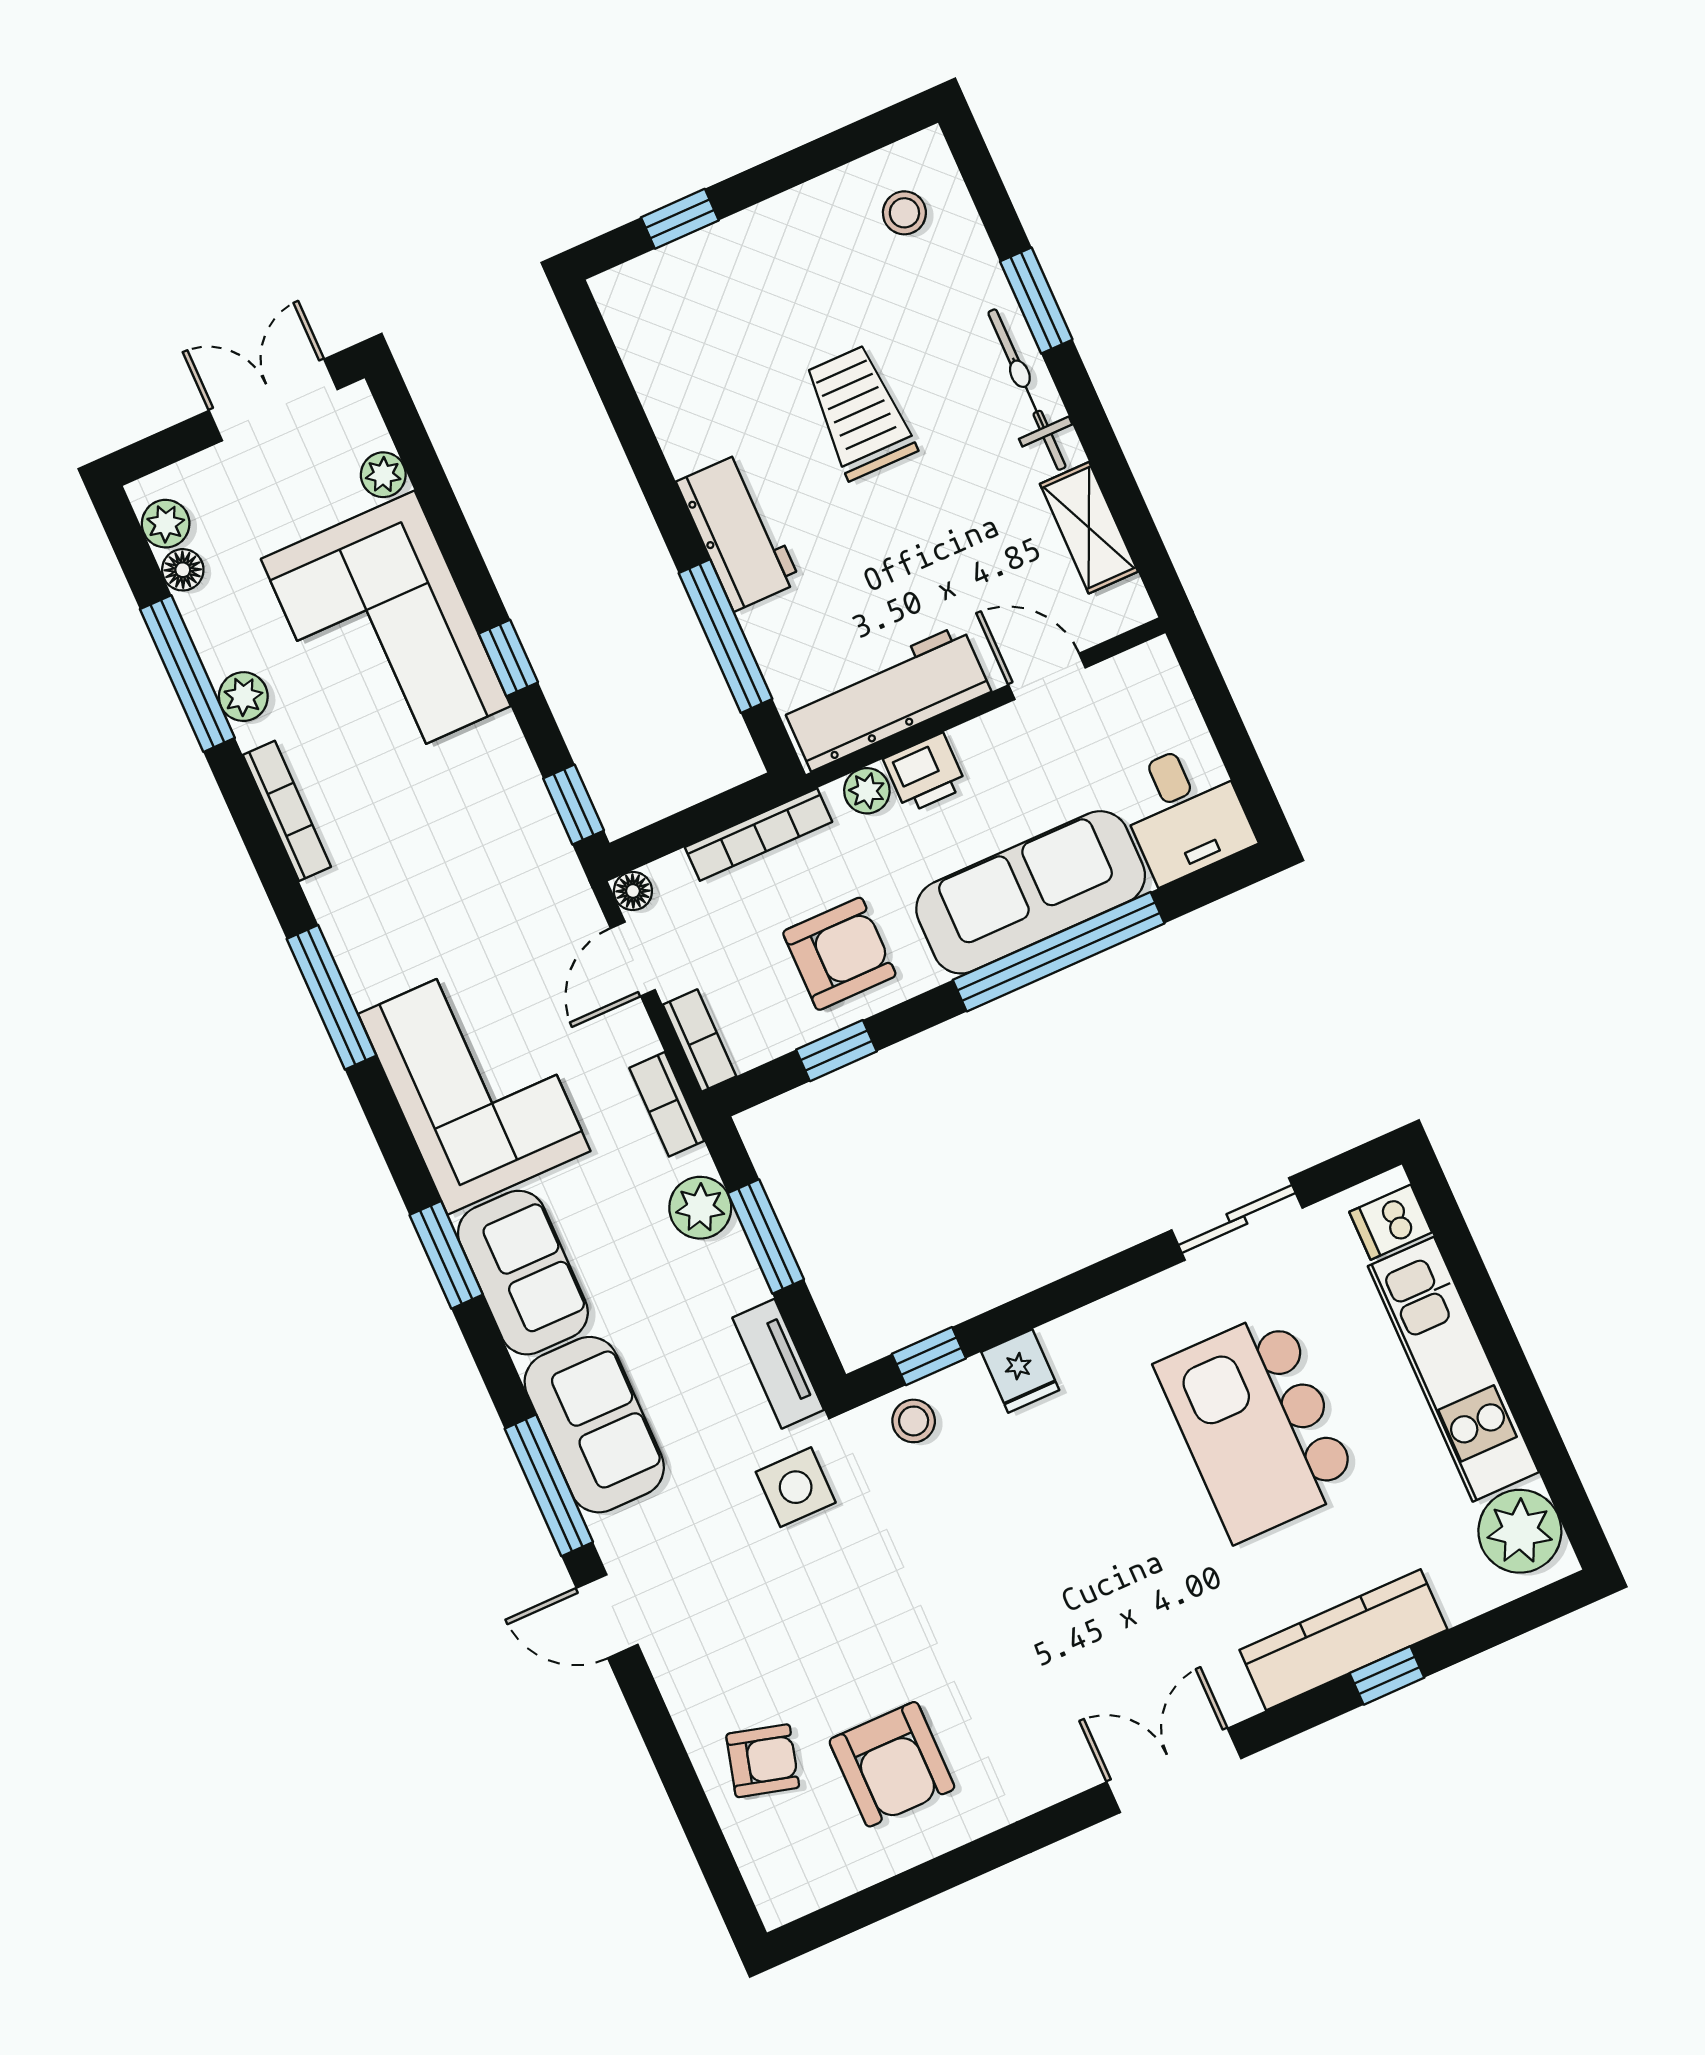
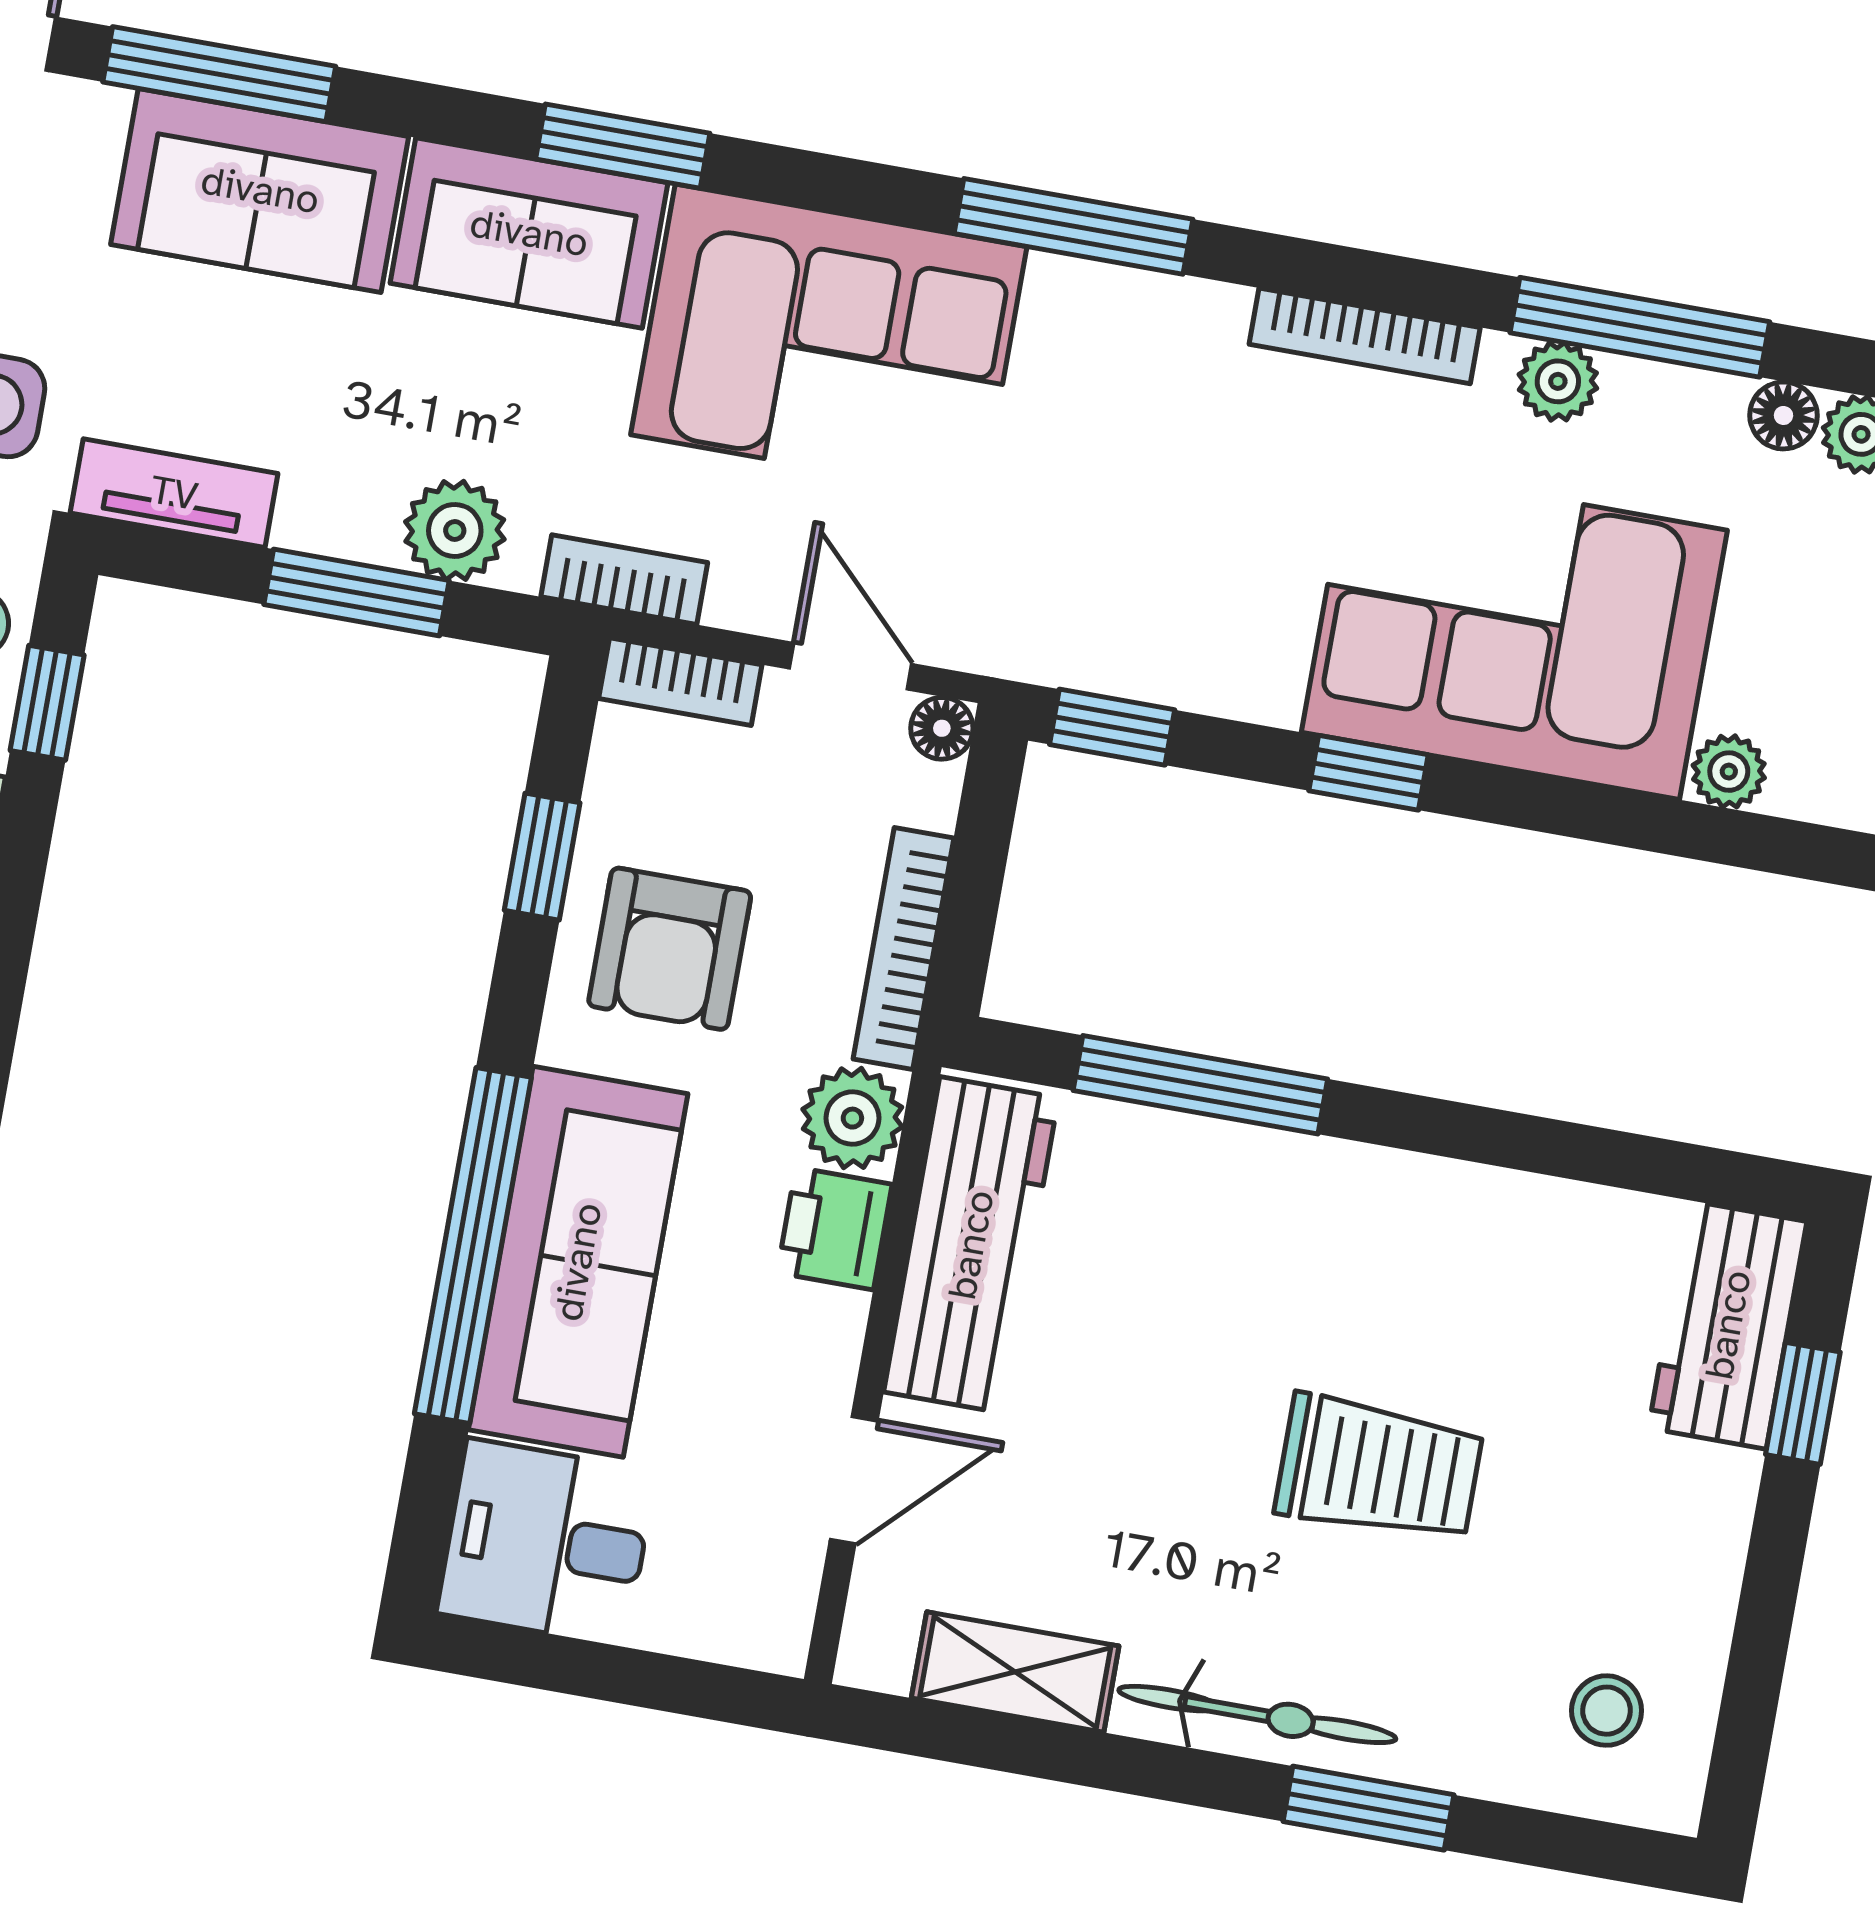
workbench: (738, 532) -> (1728, 1325), moved, turned 90
plant: (867, 791) -> (852, 1118), width x1.38, depth x1.38

